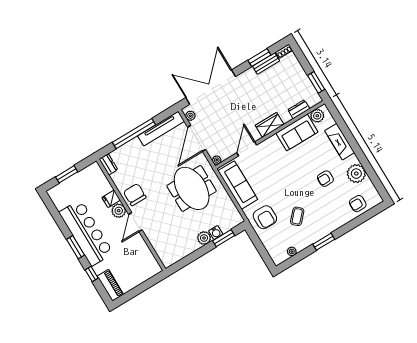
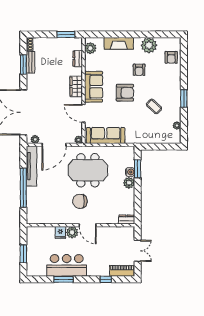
sofa: (297, 133) -> (94, 87), moved
door: (197, 138) -> (54, 145), hinge flipped
dresser: (108, 164) -> (127, 220), moved
chair: (135, 195) -> (80, 201), moved
armchair: (265, 217) -> (125, 93), moved
bar counter: (86, 233) -> (67, 265), width x0.73
window: (75, 247) -> (63, 279), moved
double door: (140, 289) -> (138, 251), added

